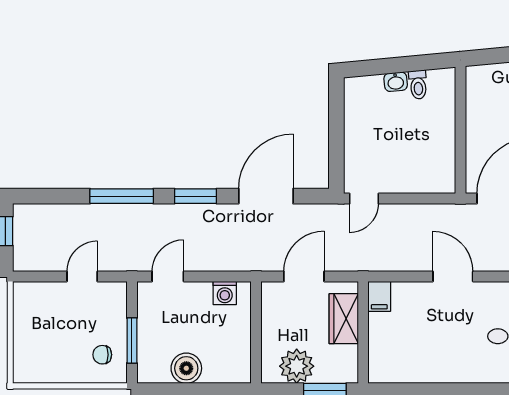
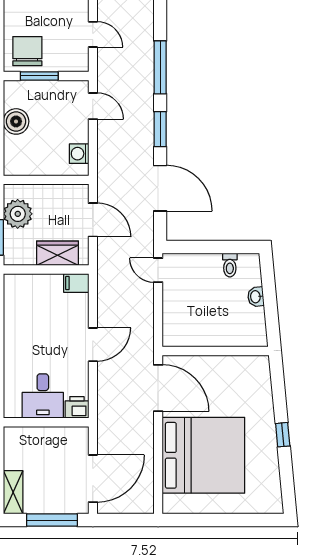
toilet: (418, 85) -> (230, 265), moved, turned -85
chair: (102, 355) -> (27, 51), width x1.87, depth x1.87

